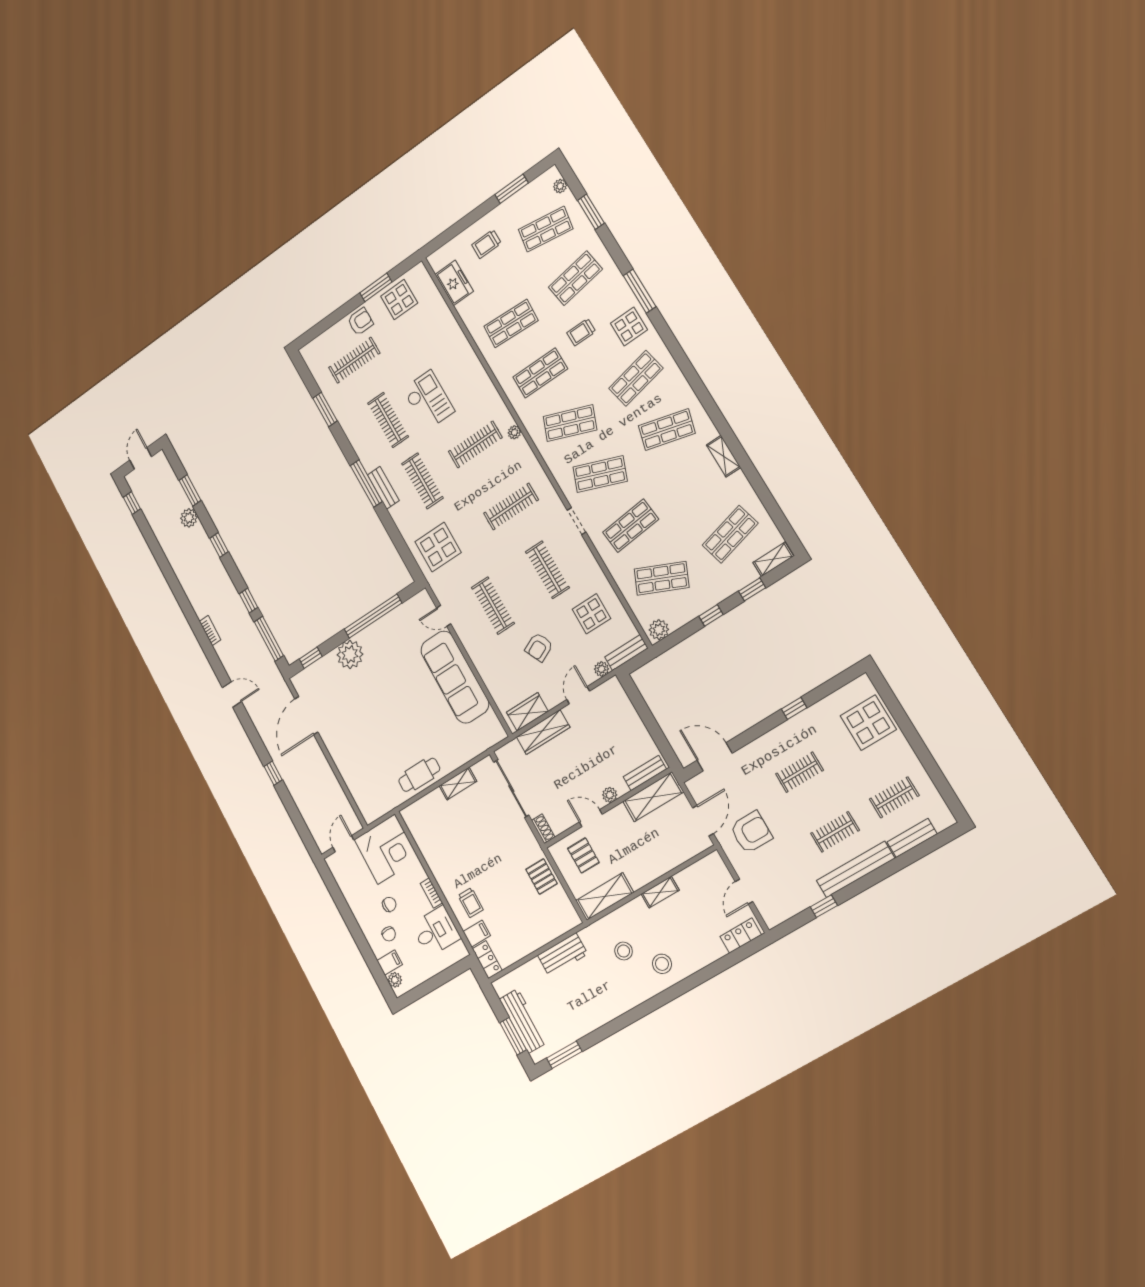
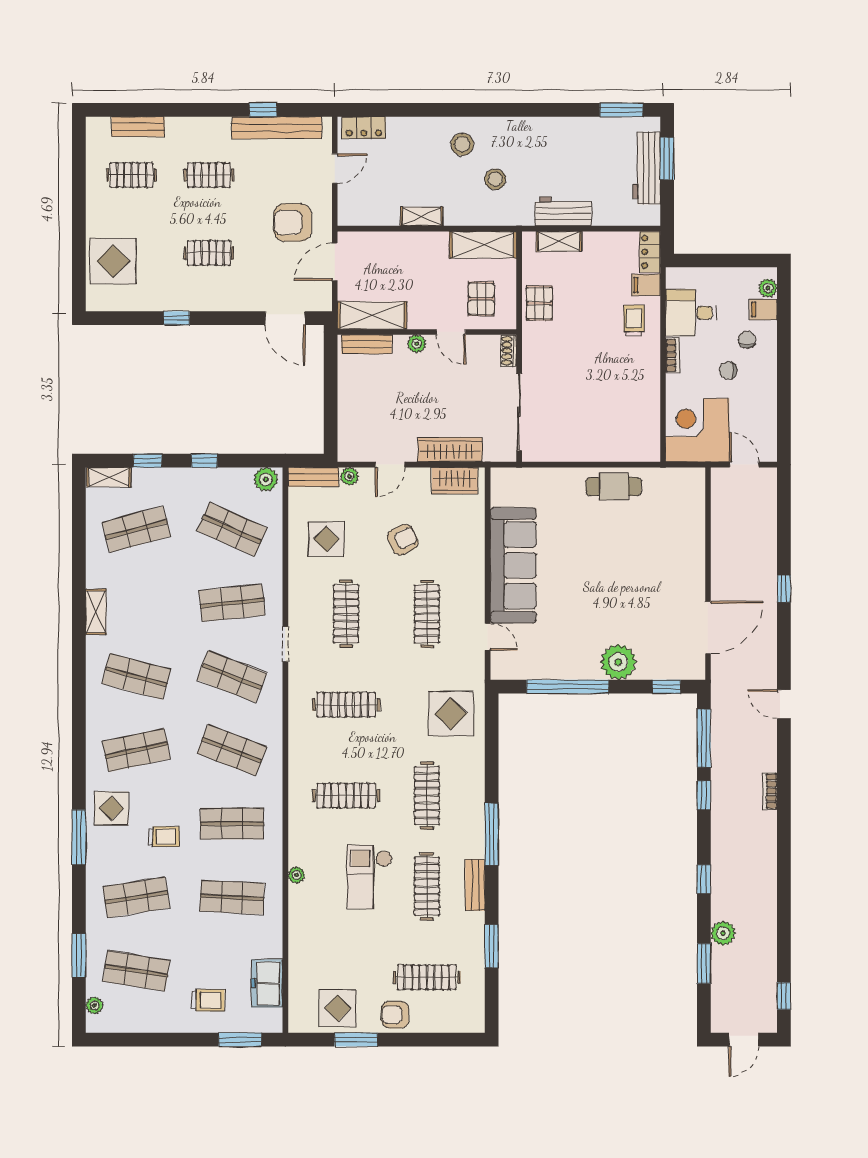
window: (512, 189) -> (240, 1040), moved
plant: (514, 432) -> (296, 875), moved
bench: (383, 488) -> (475, 885), moved
shelving: (458, 784) -> (559, 241), moved
door: (343, 844) -> (744, 465), swing flipped
bench: (855, 869) -> (277, 128), moved

